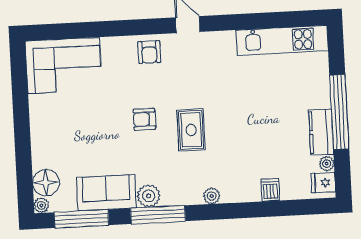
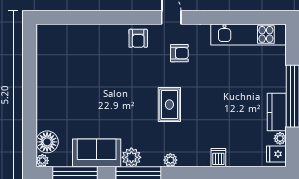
corner sofa: (64, 65) -> (67, 46), removed
armchair: (144, 119) -> (179, 53), moved, turned 180
dishwasher: (270, 190) -> (218, 158), moved
plant: (212, 196) -> (170, 160), moved

